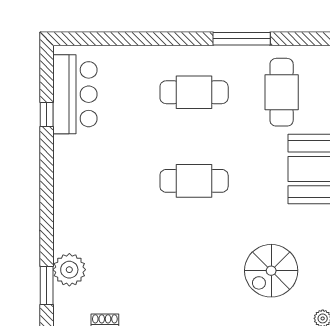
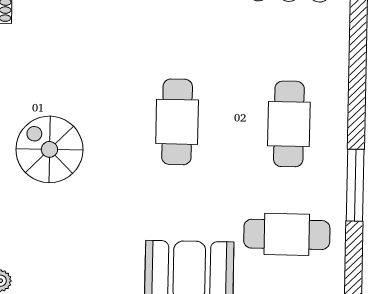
spiral stairs: (271, 271) -> (49, 149), moved

